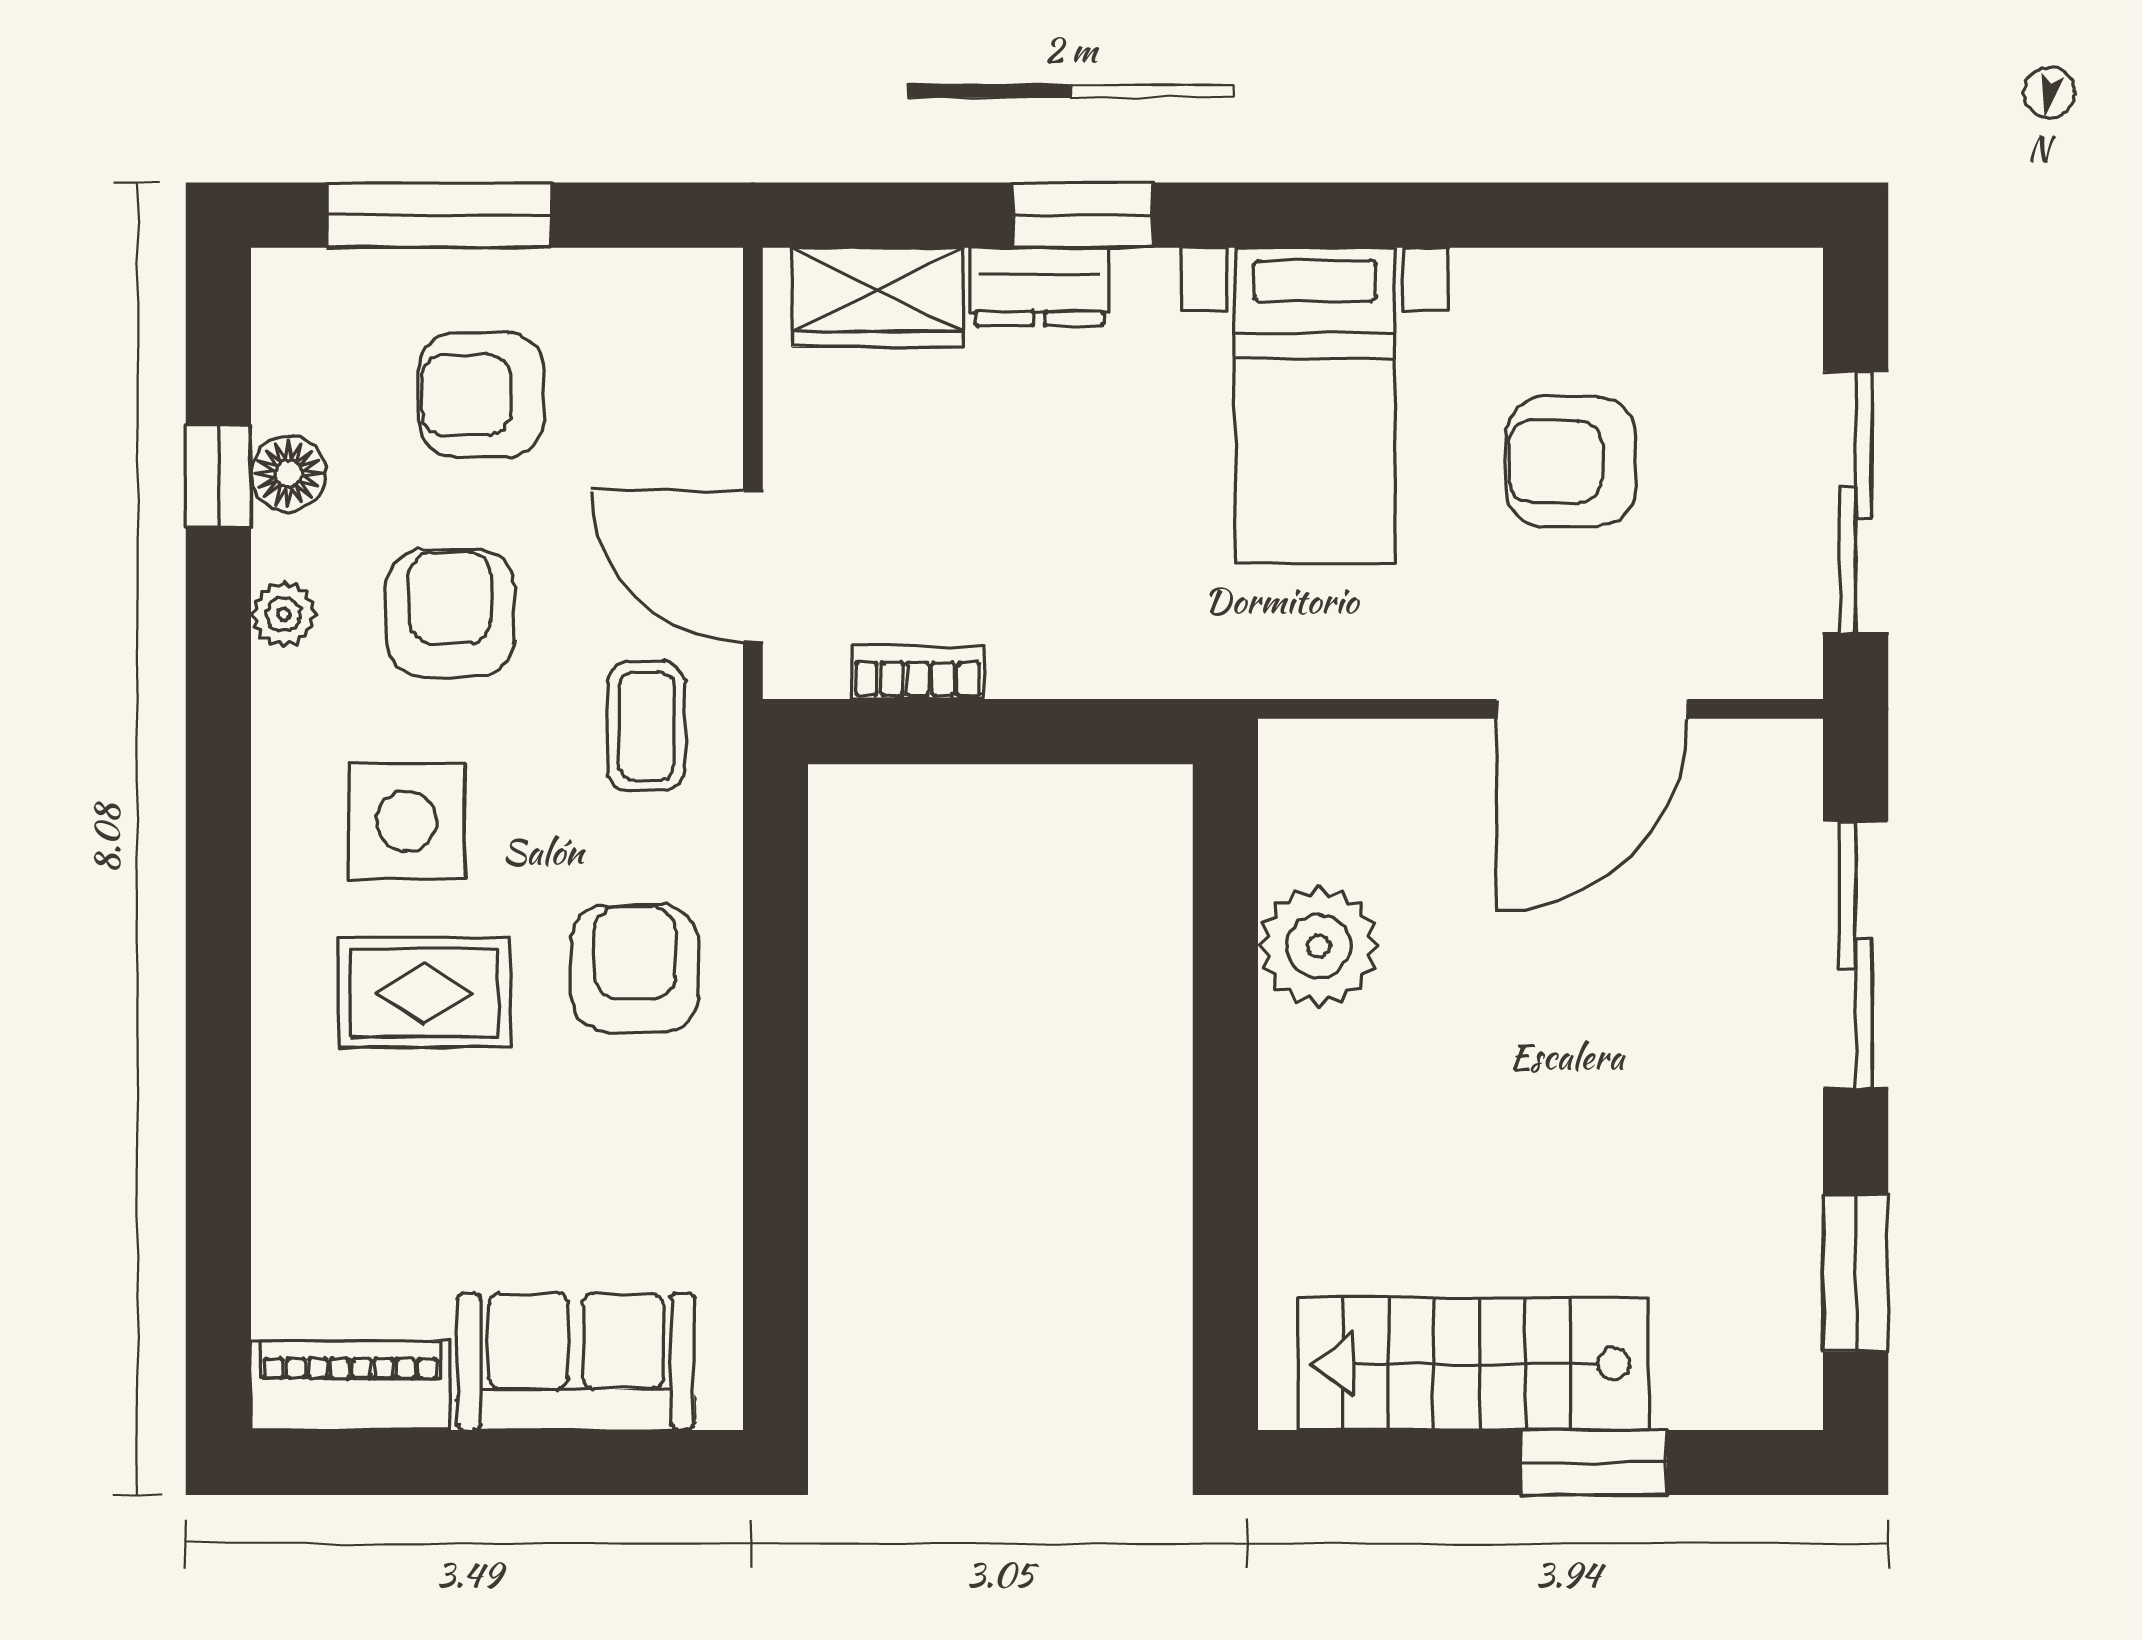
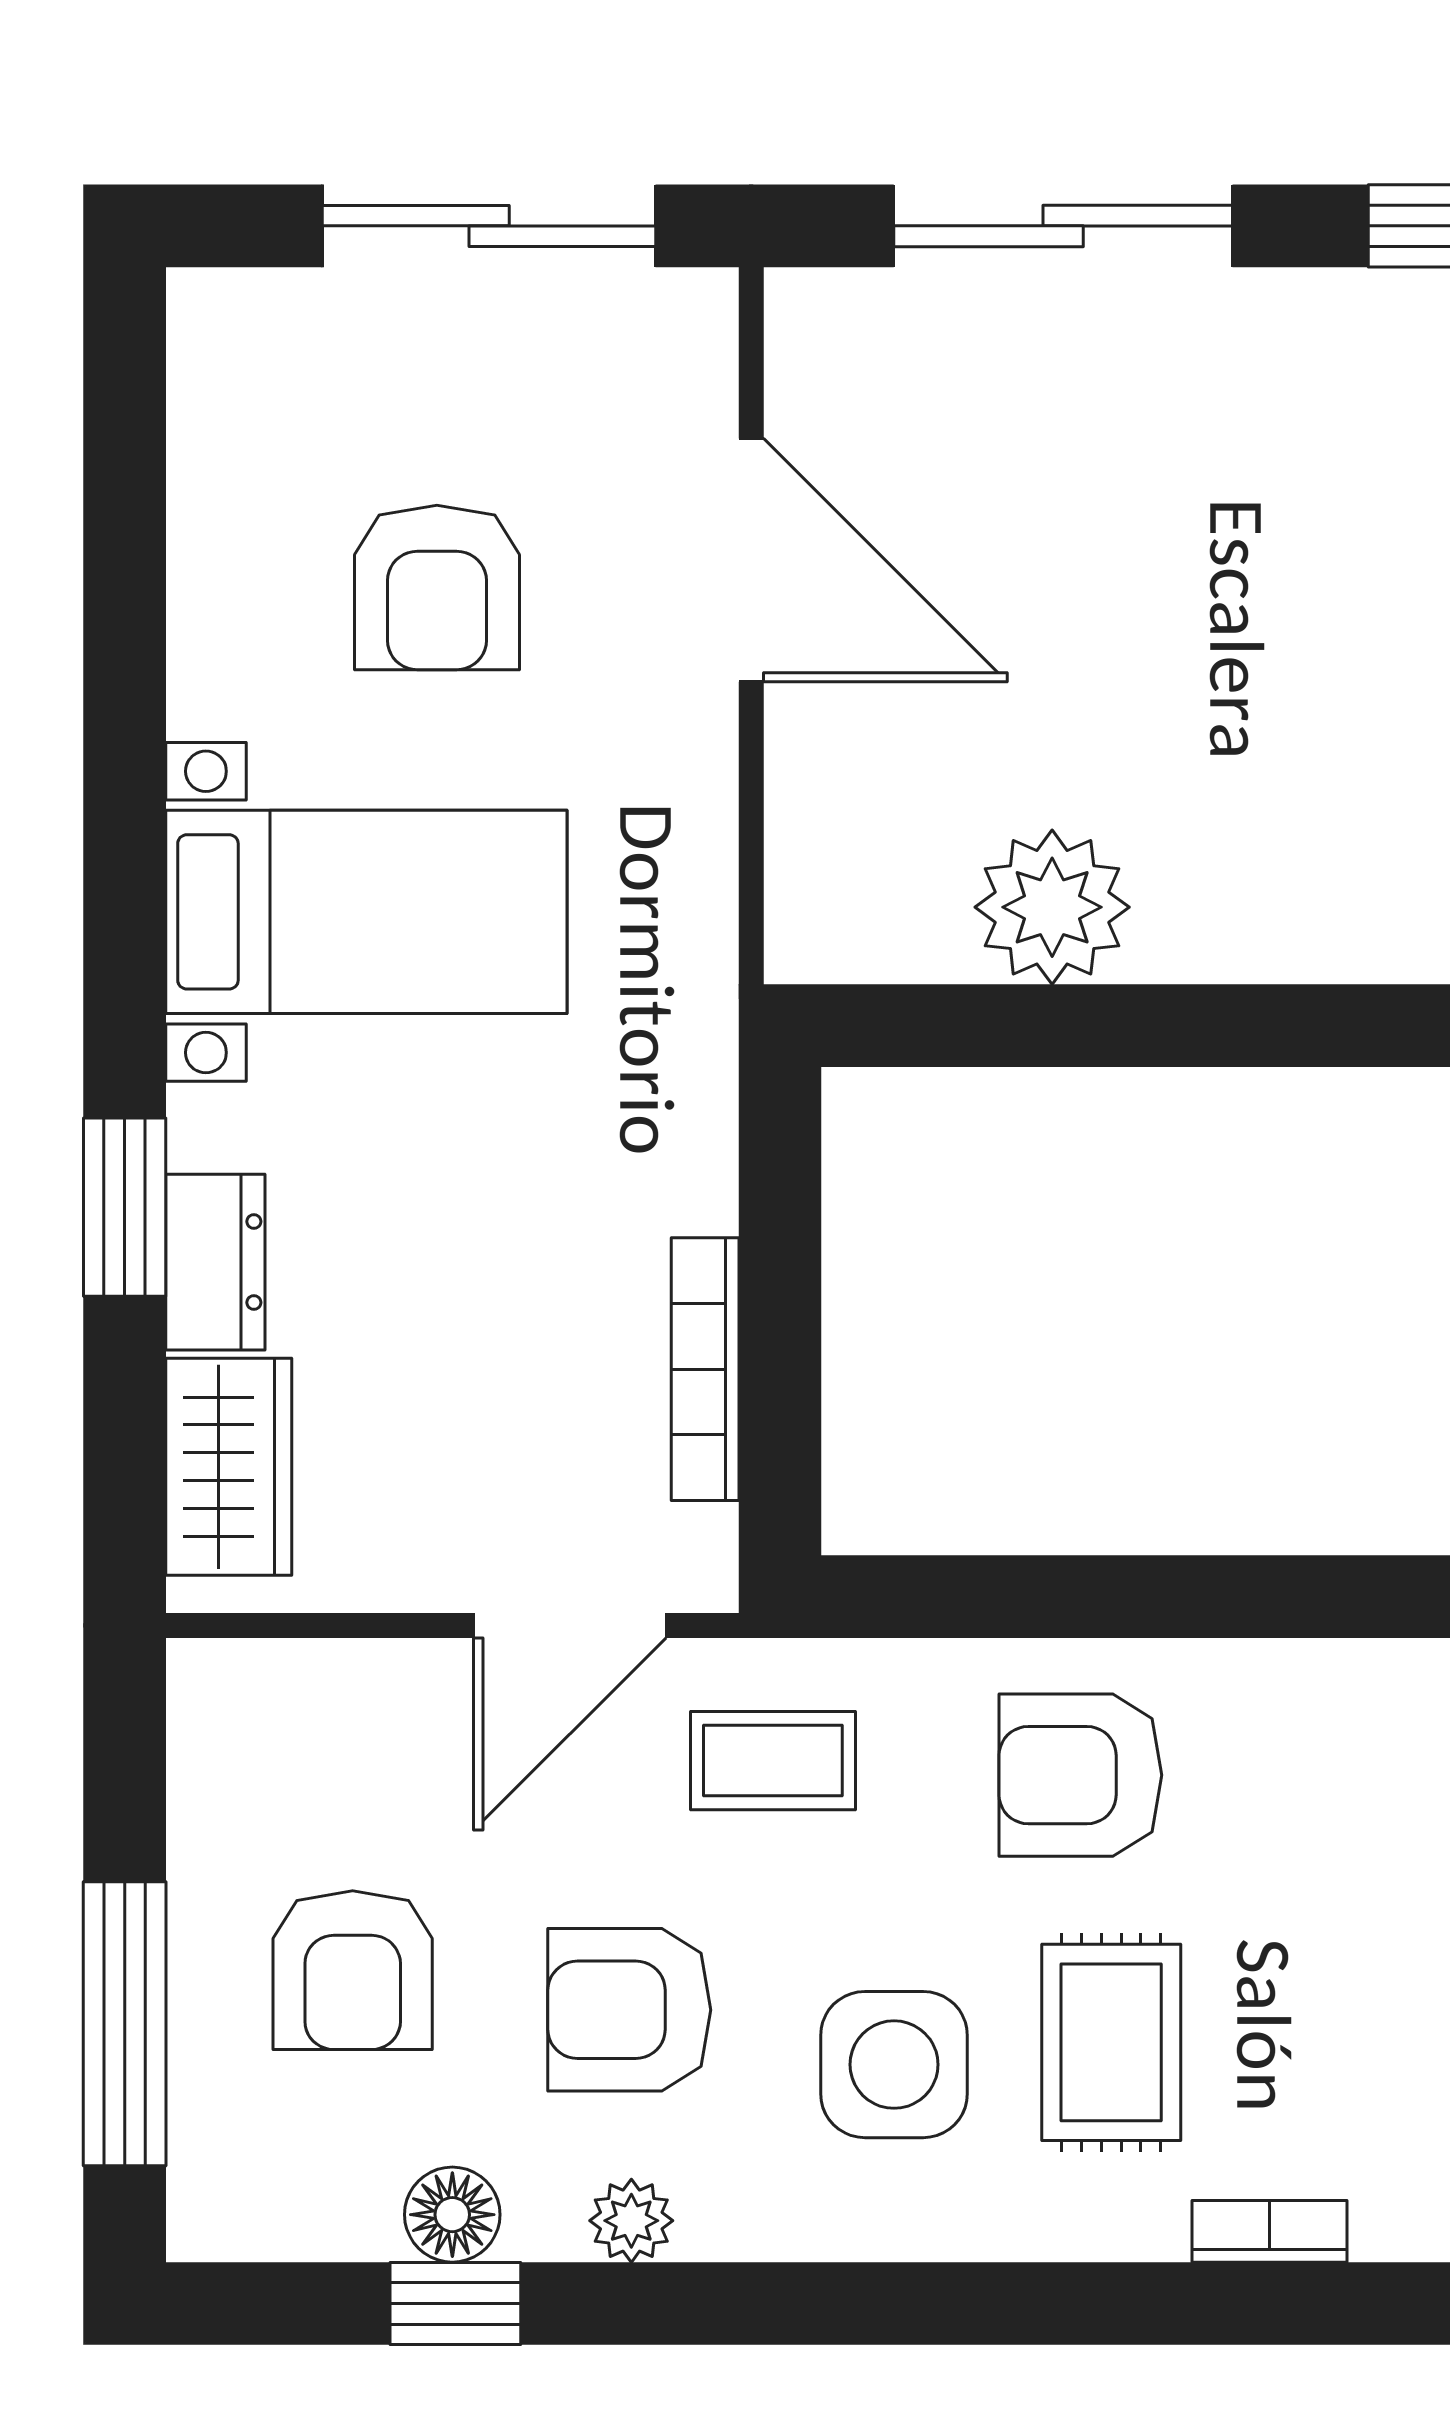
bookcase: (917, 673) -> (705, 1369), width x1.56
bookcase: (275, 1117) -> (1269, 2231), added

